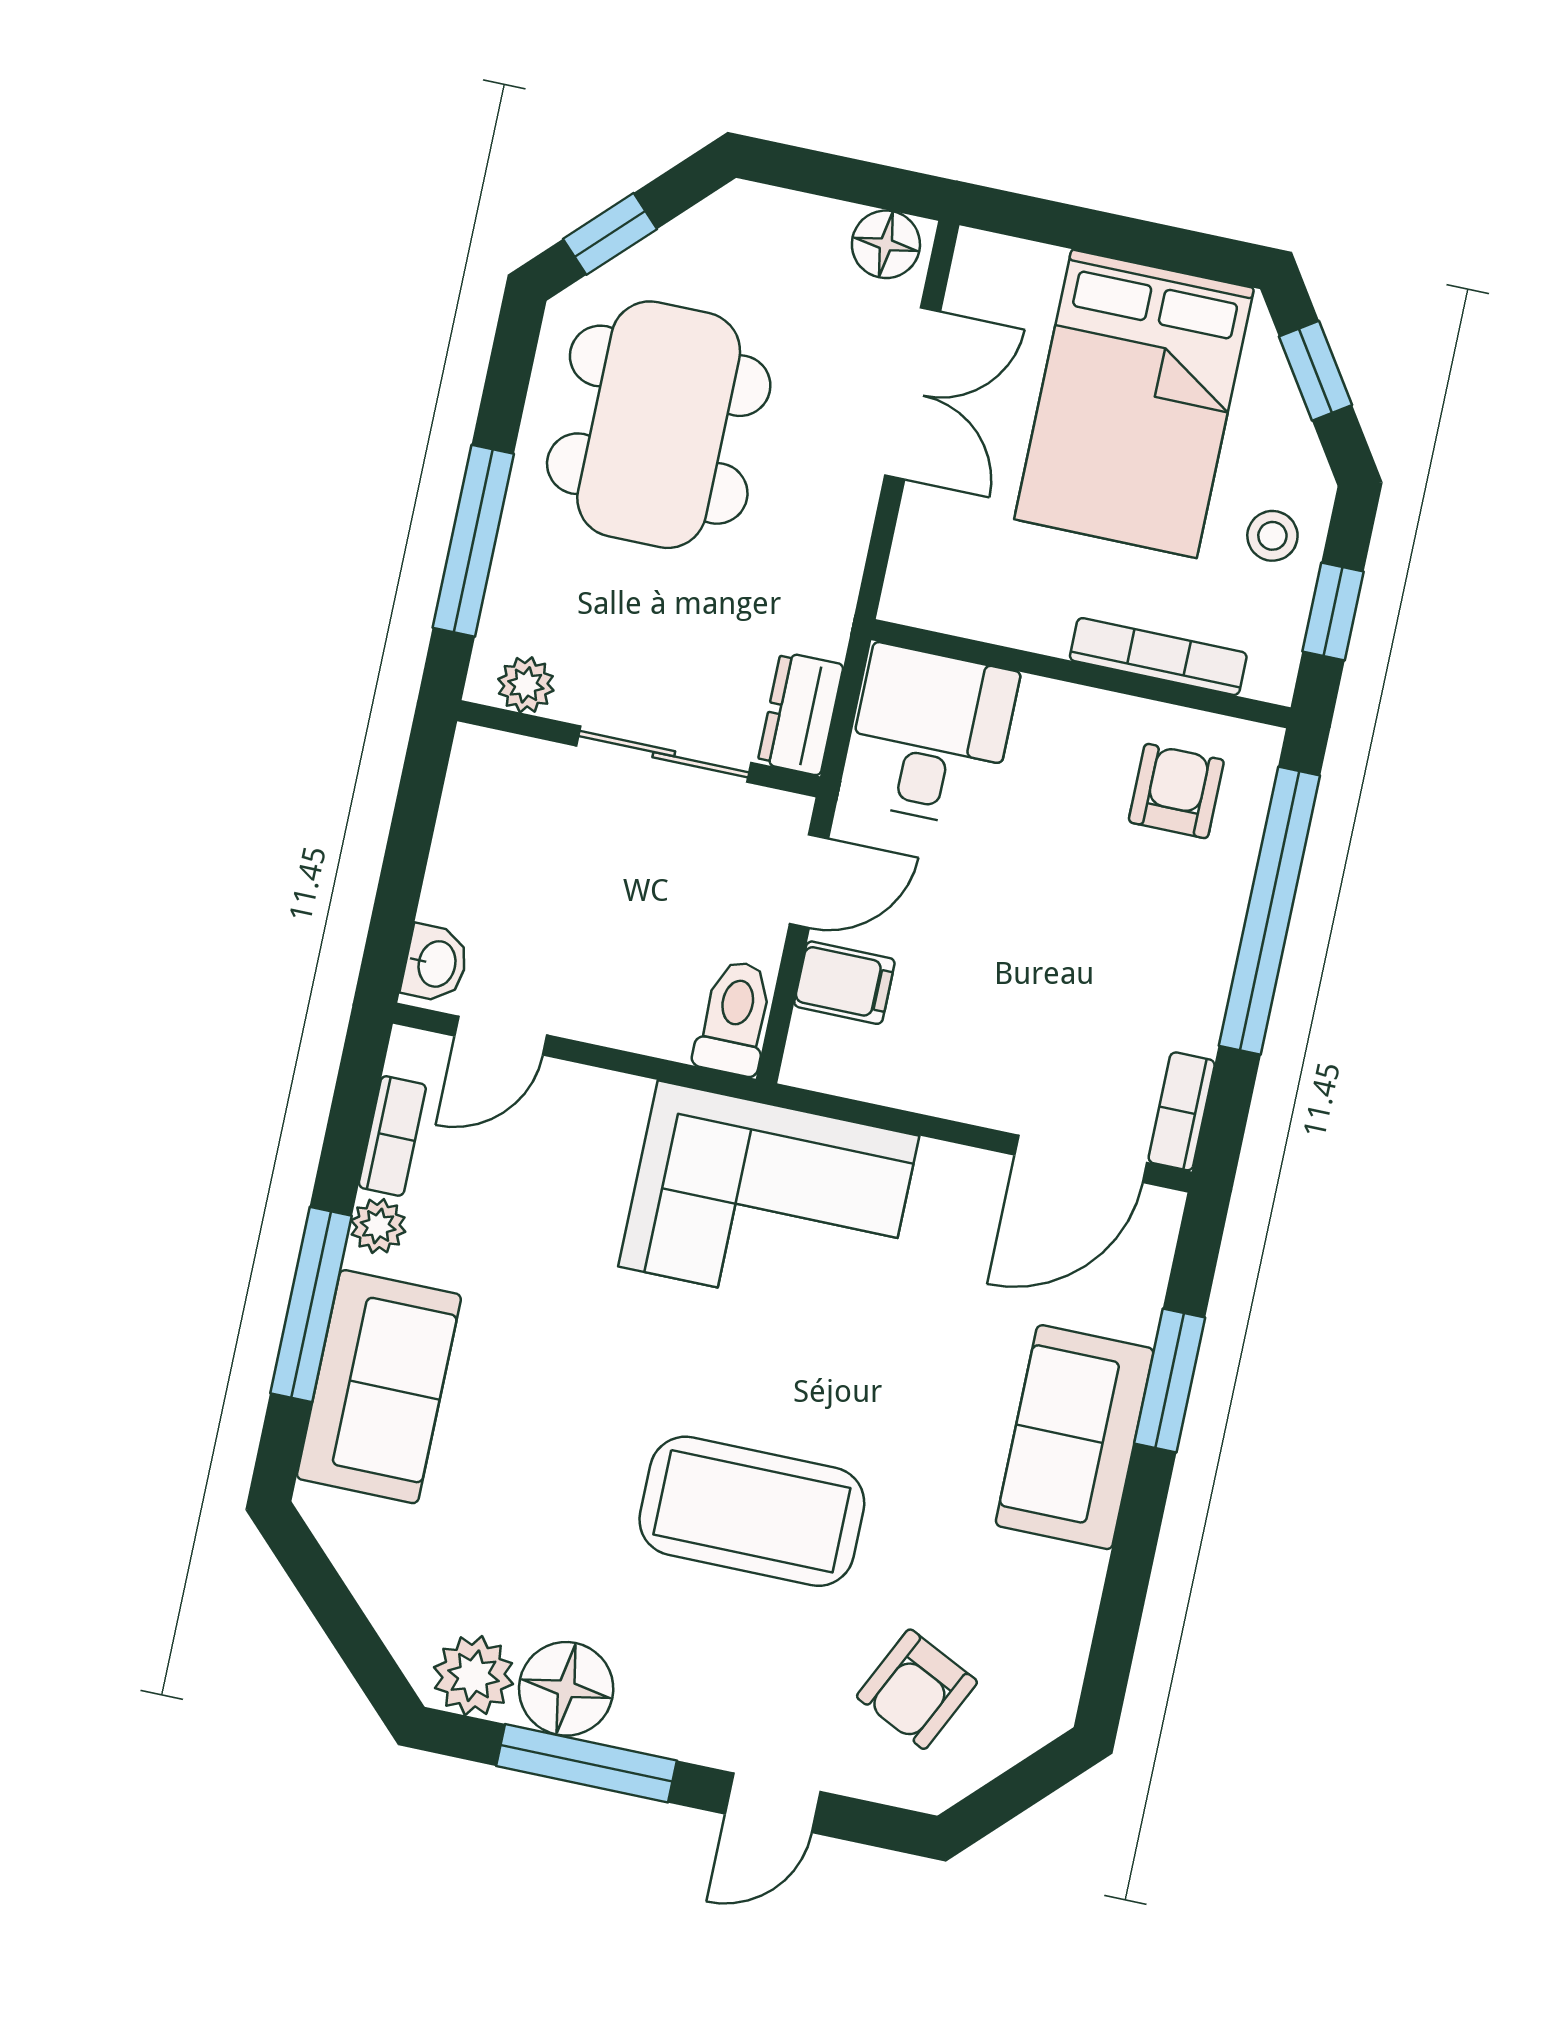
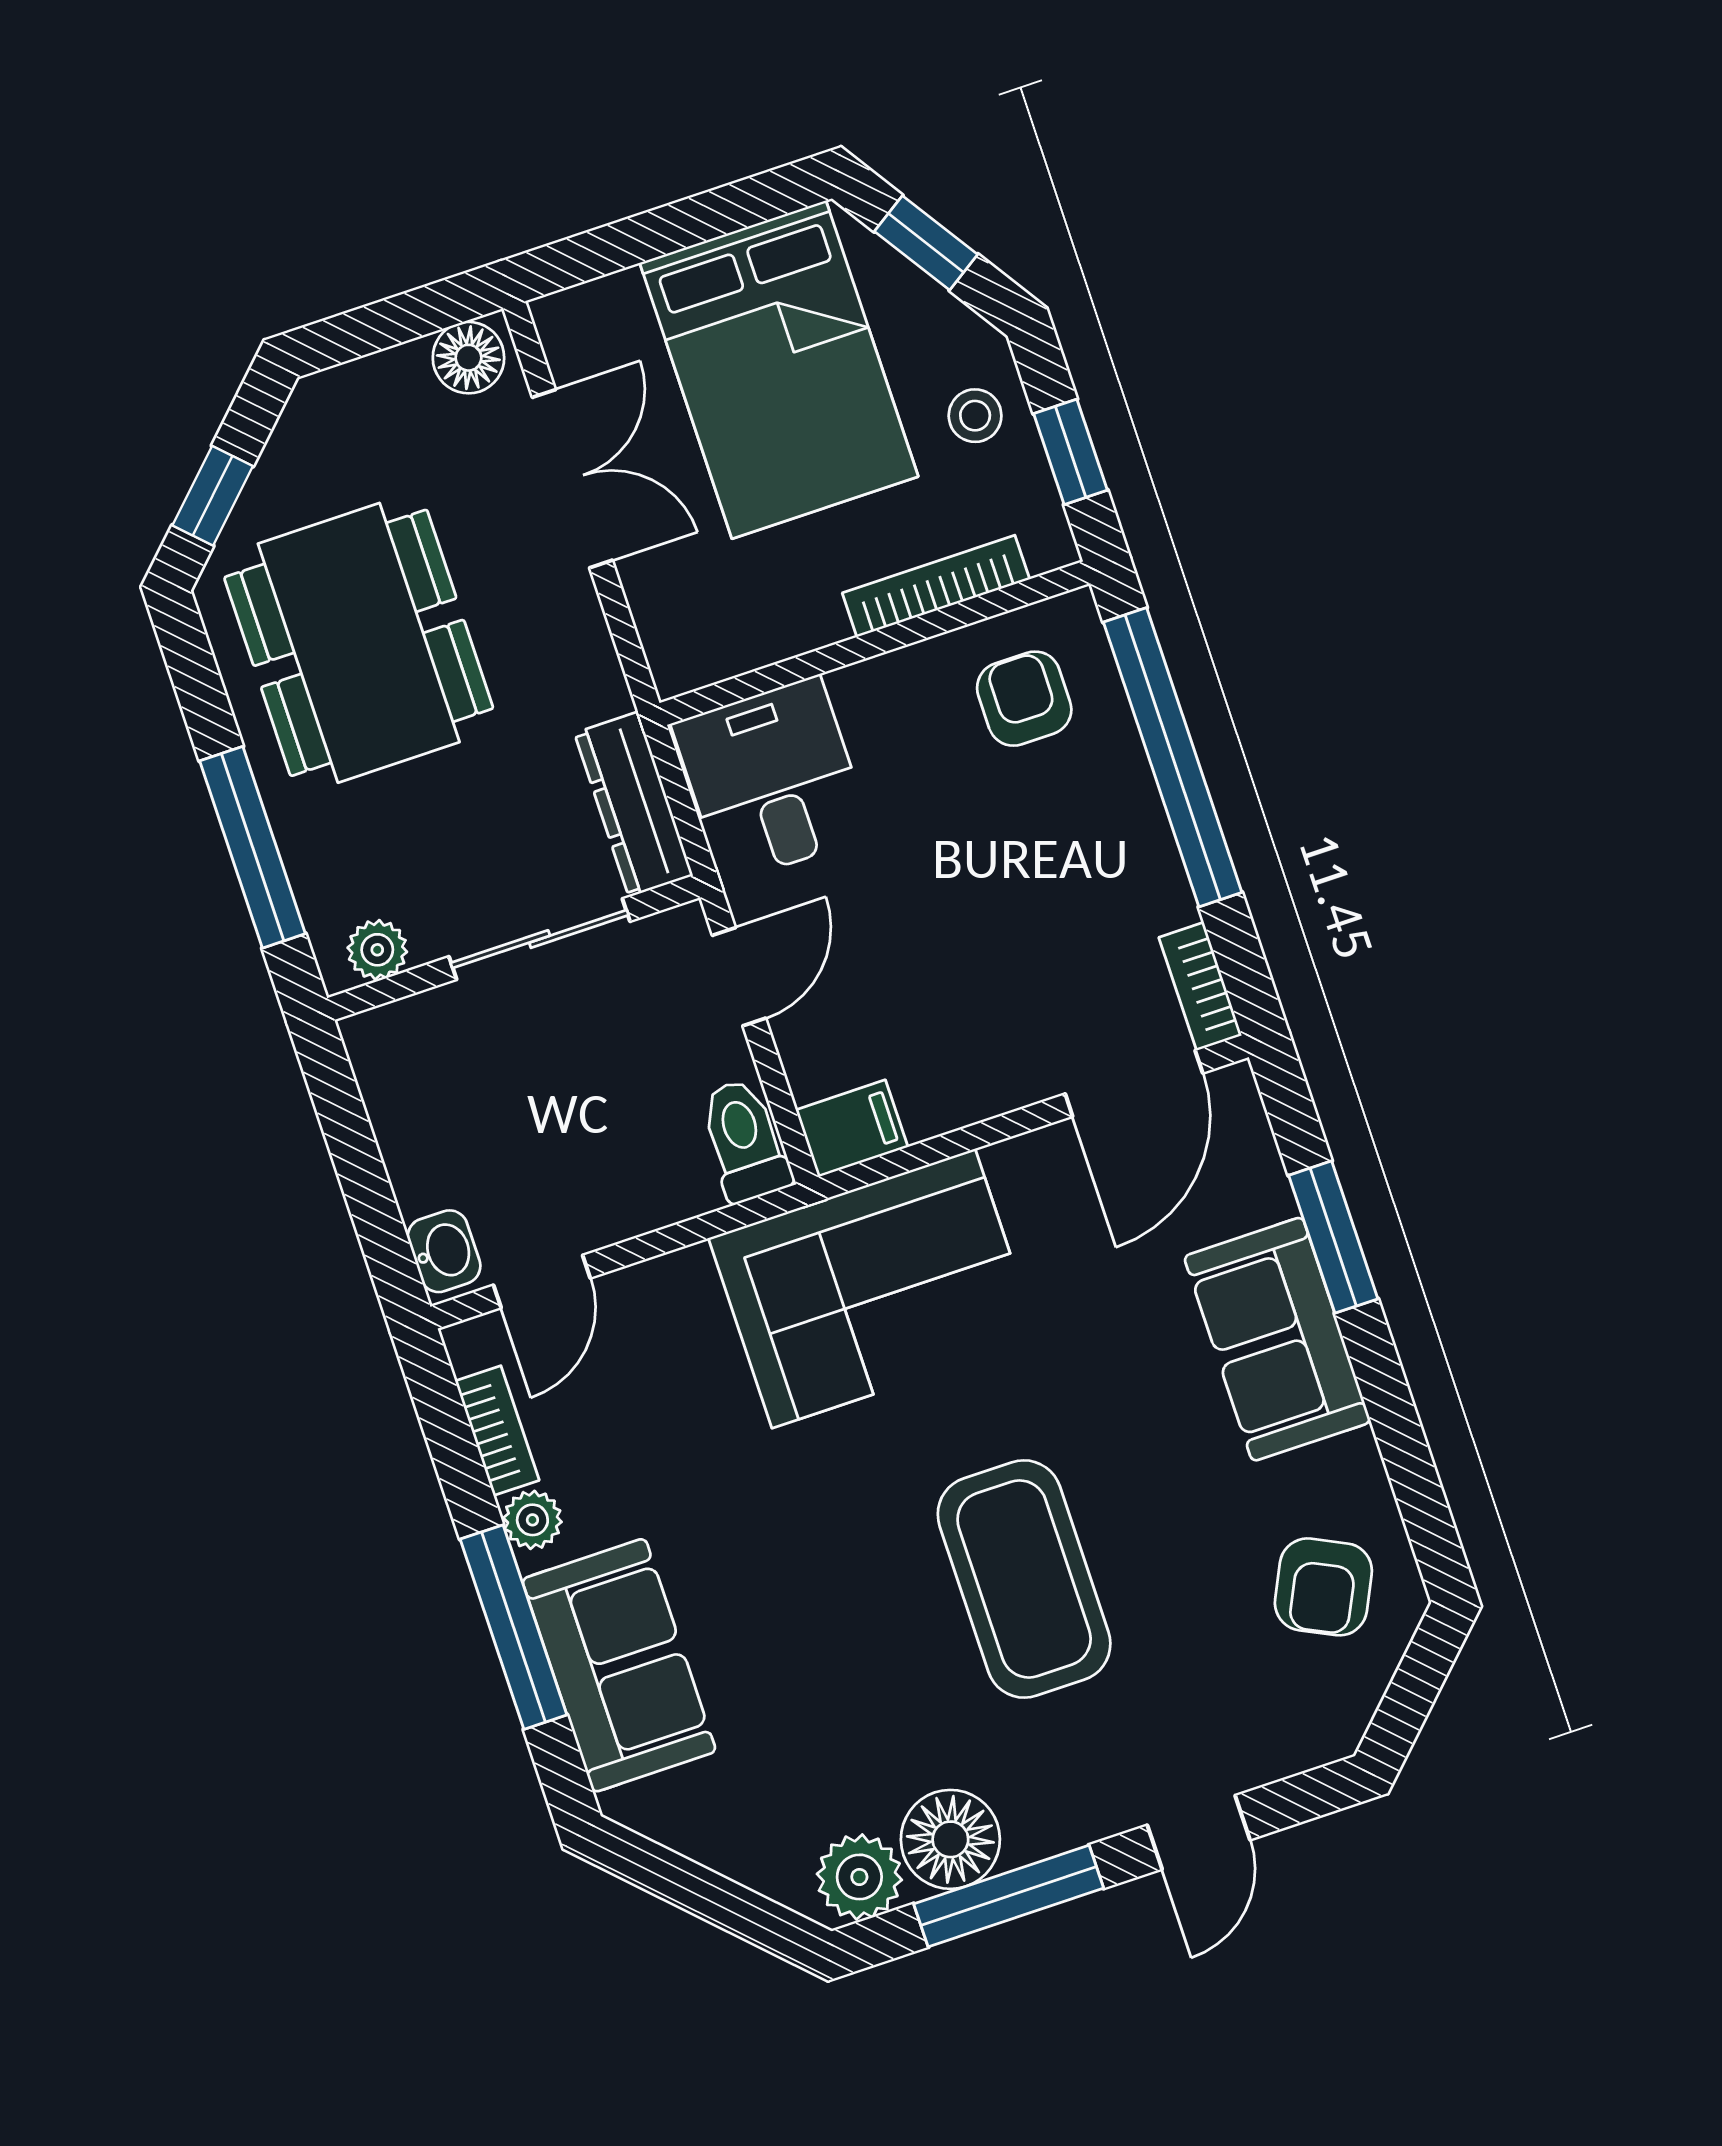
dresser: (801, 714) -> (634, 804), width x1.44
filing cabinet: (844, 983) -> (852, 1128), moved
coffee table: (752, 1511) -> (1024, 1579), turned 90
armchair: (917, 1689) -> (1323, 1587), moved

